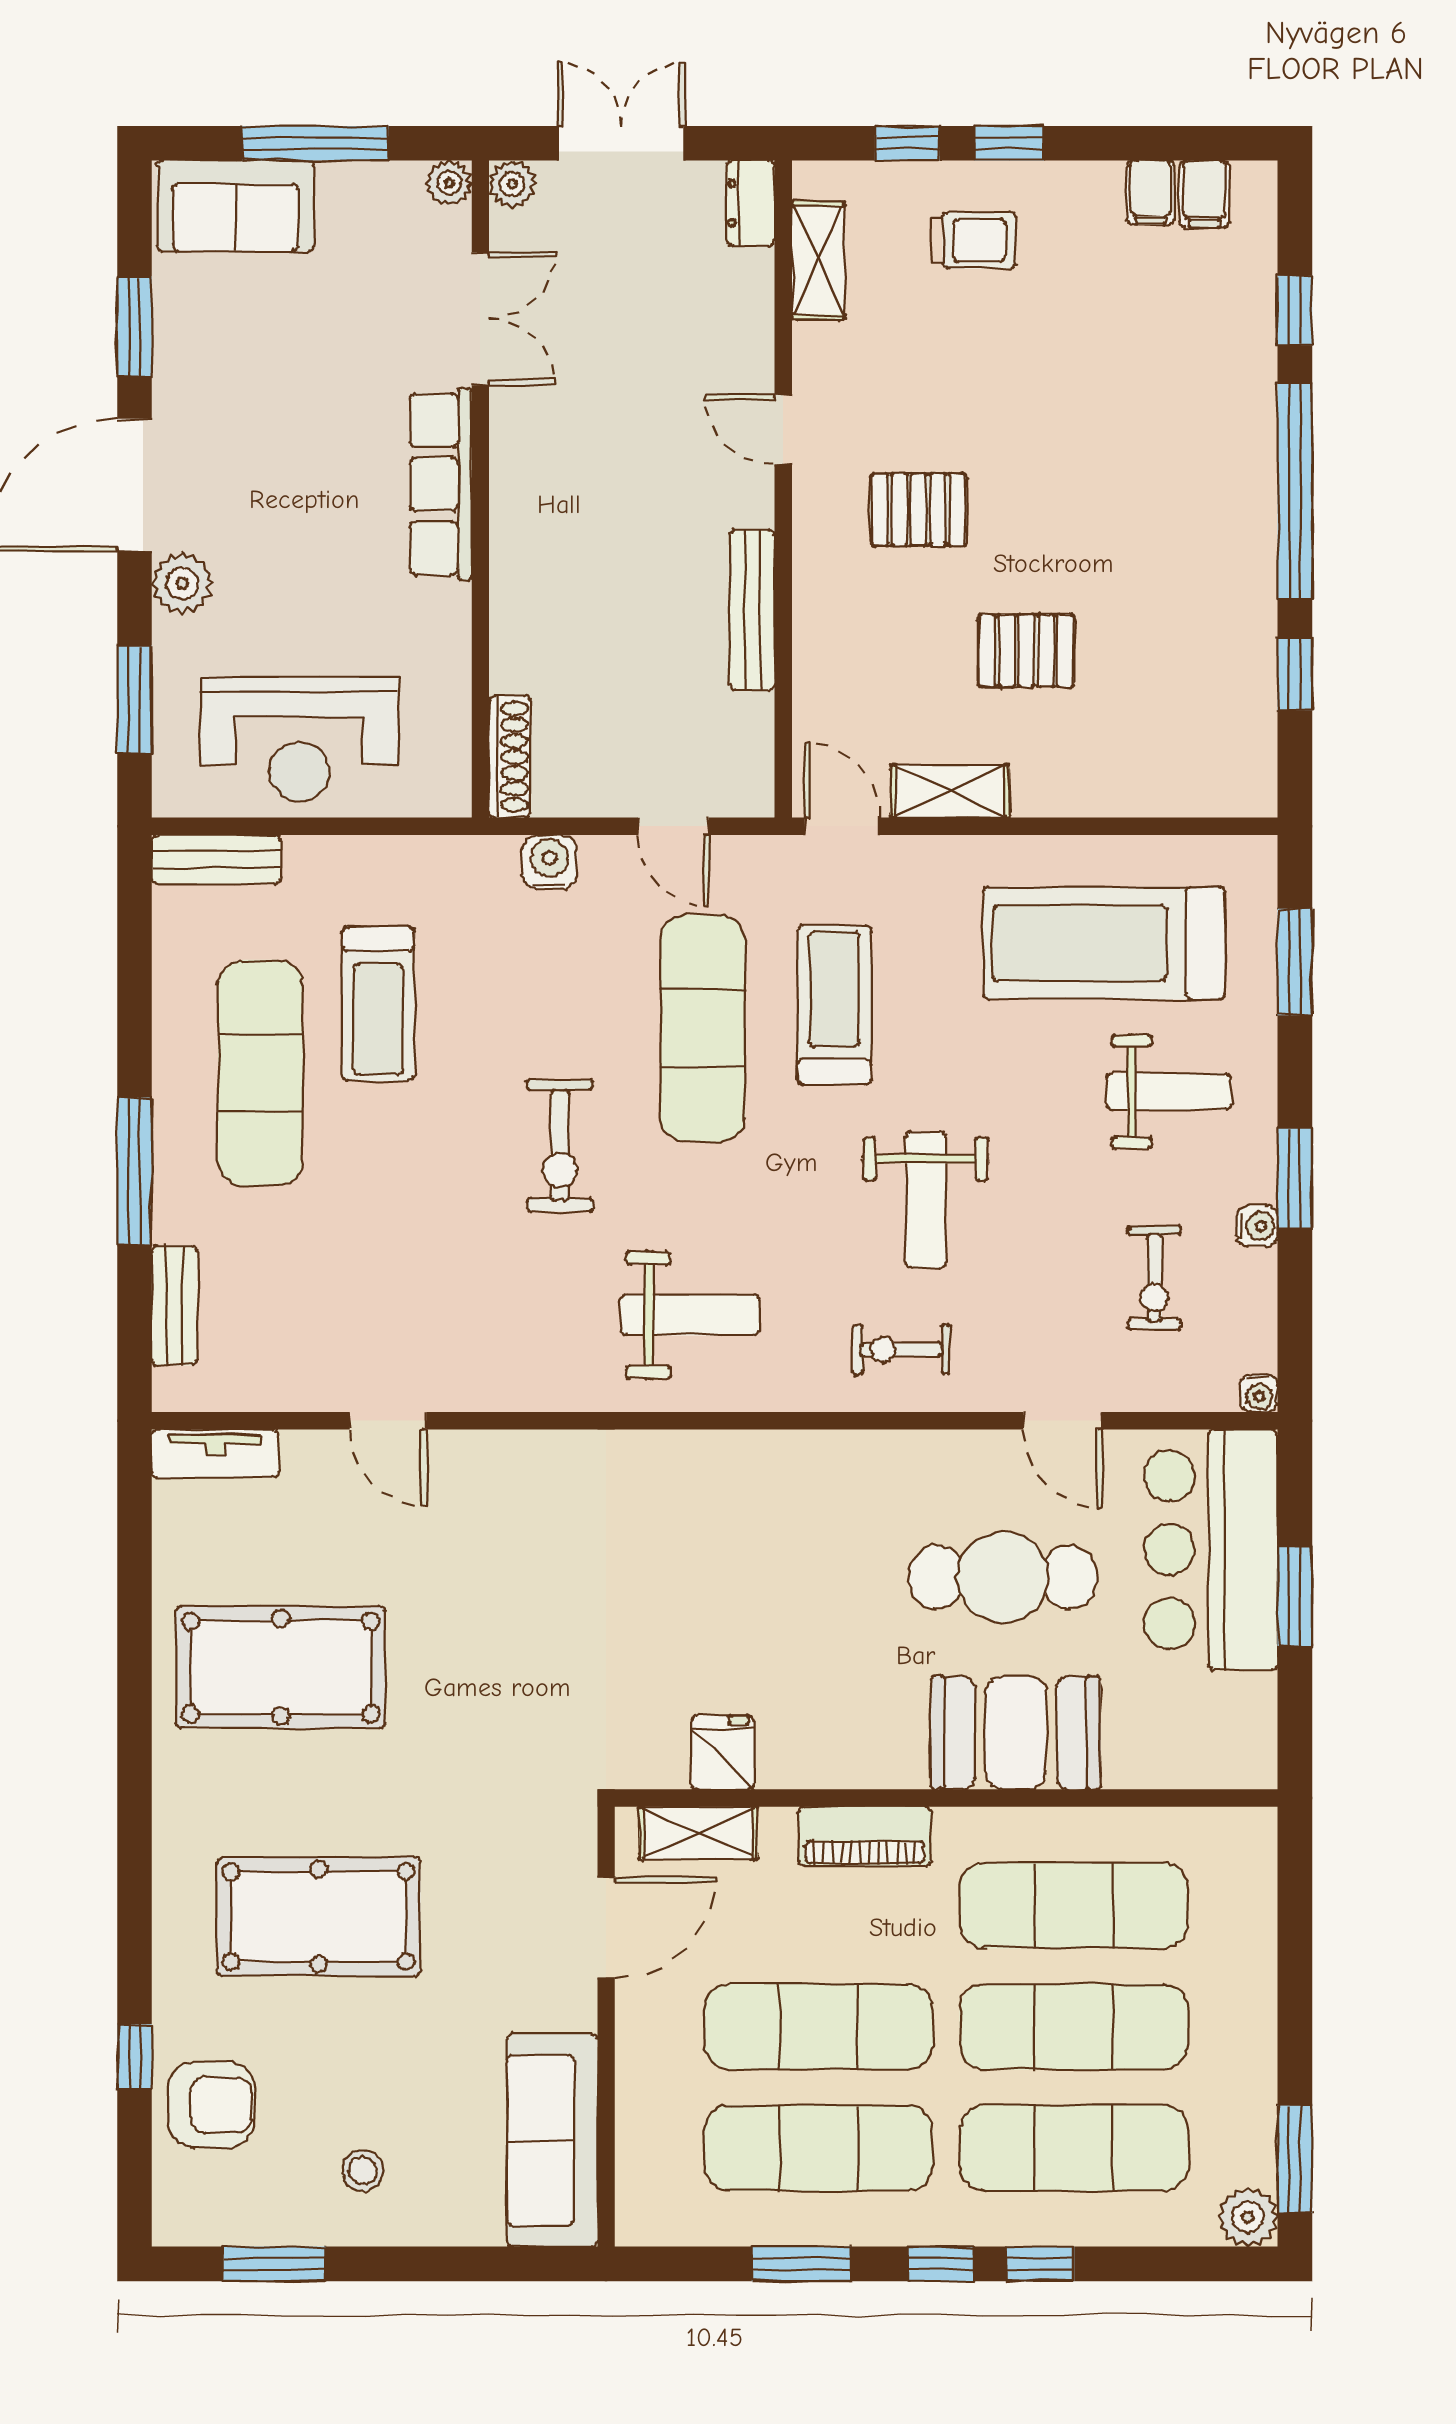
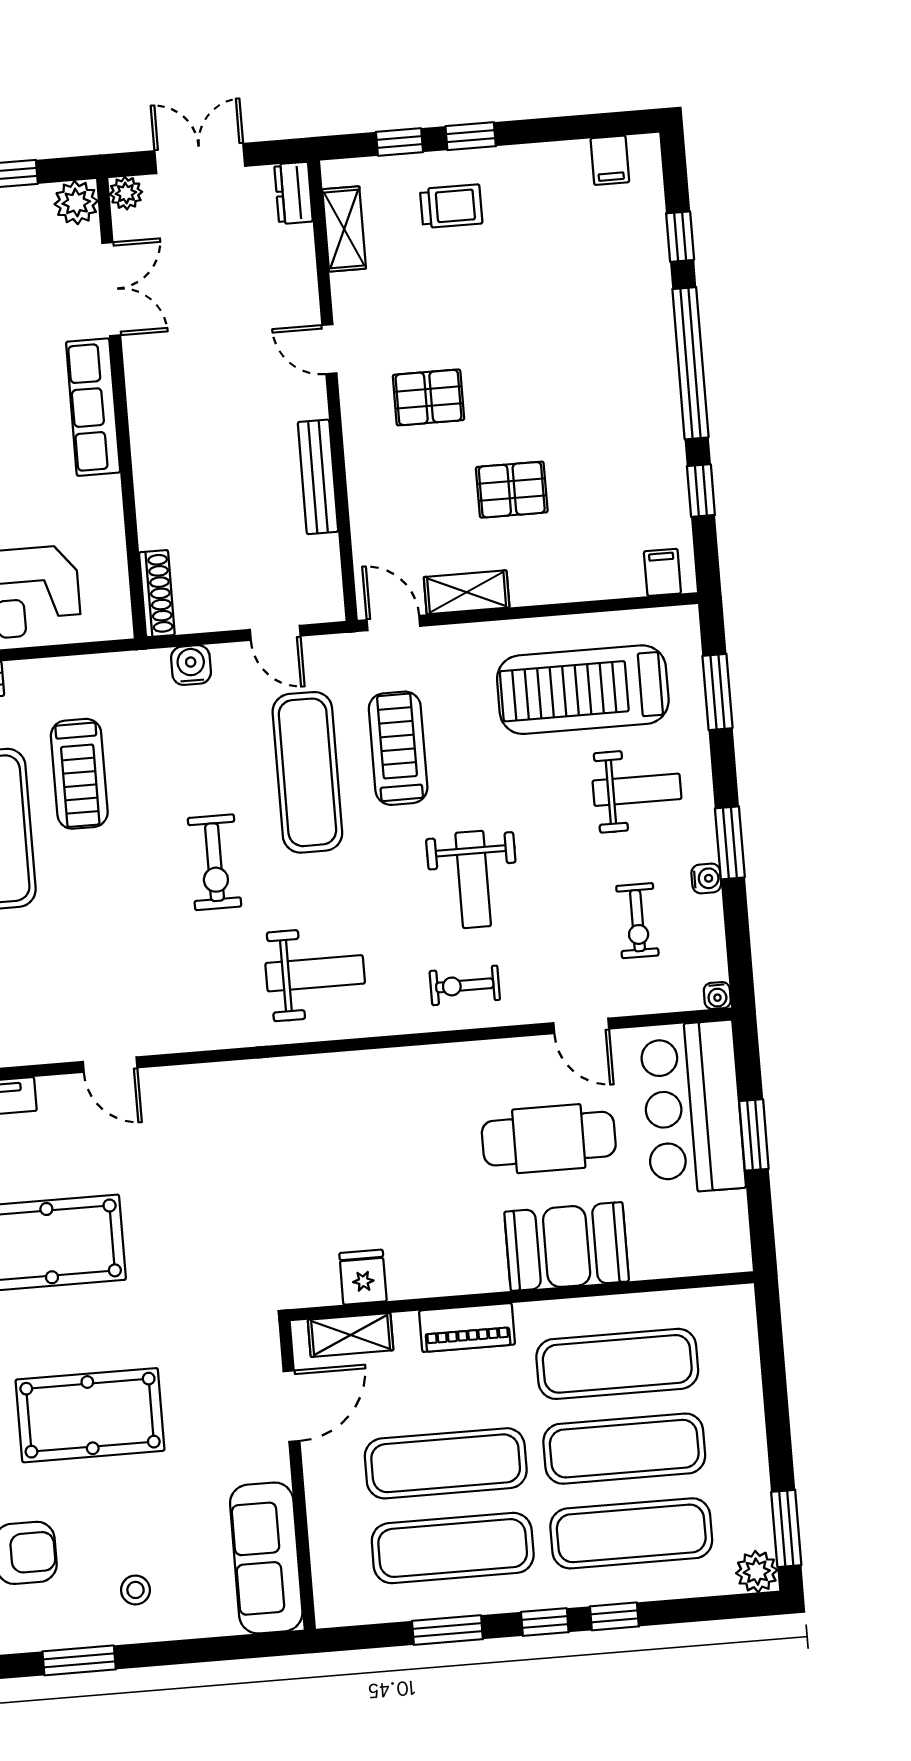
plant: (449, 183) -> (76, 203), width x1.38, depth x1.38
filing cabinet: (1150, 192) -> (662, 572), moved, turned 180

